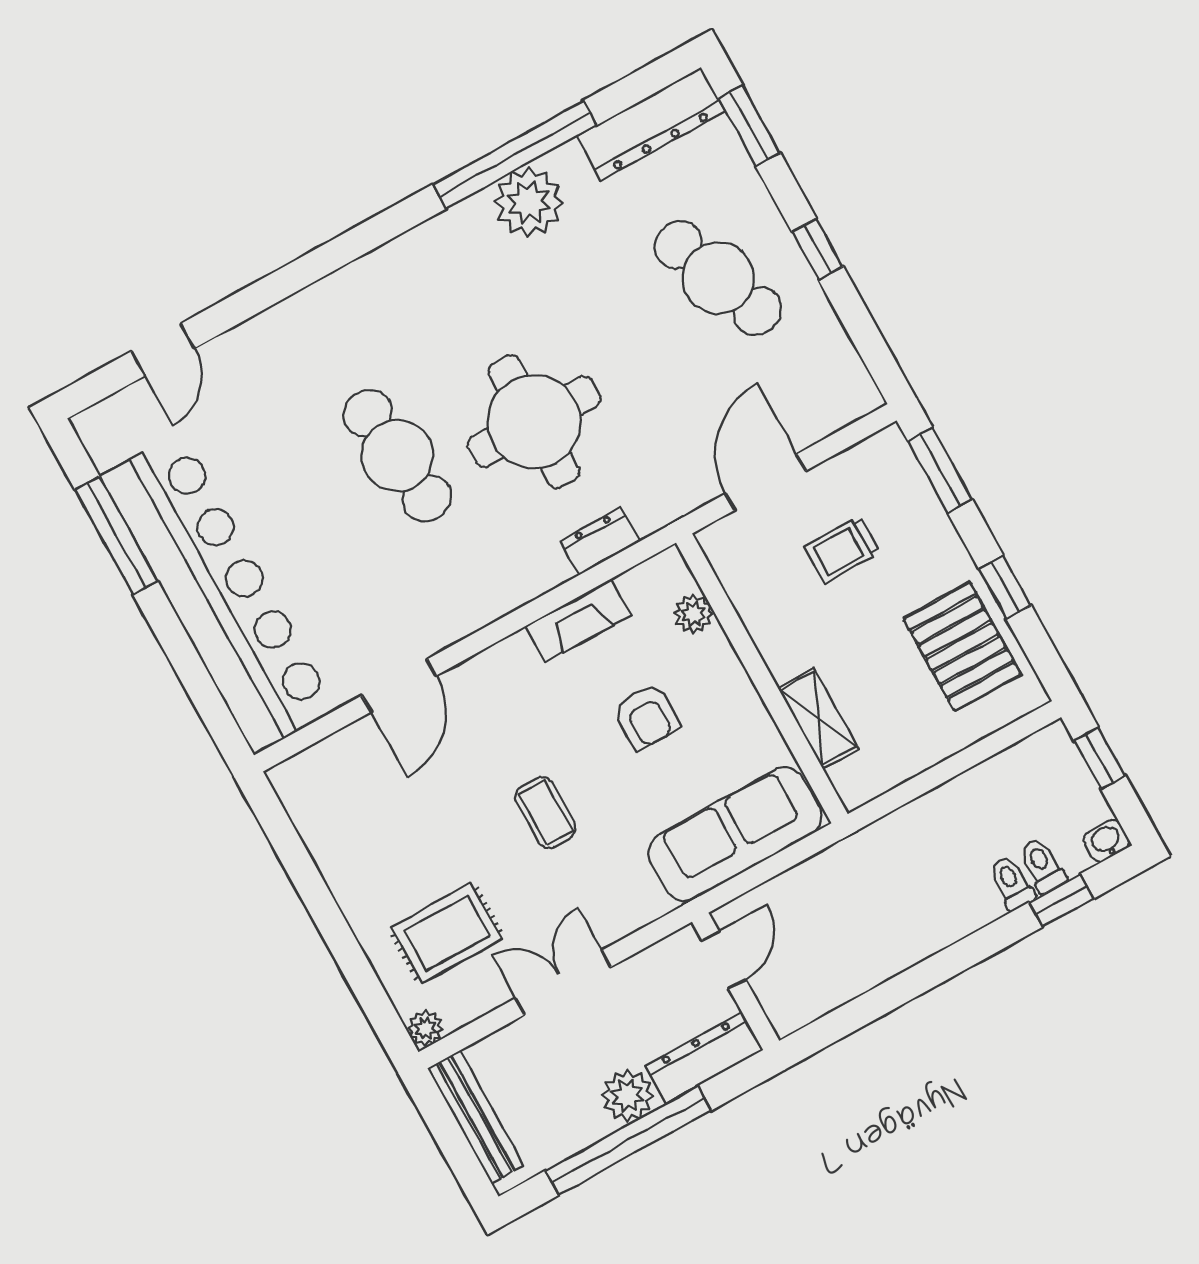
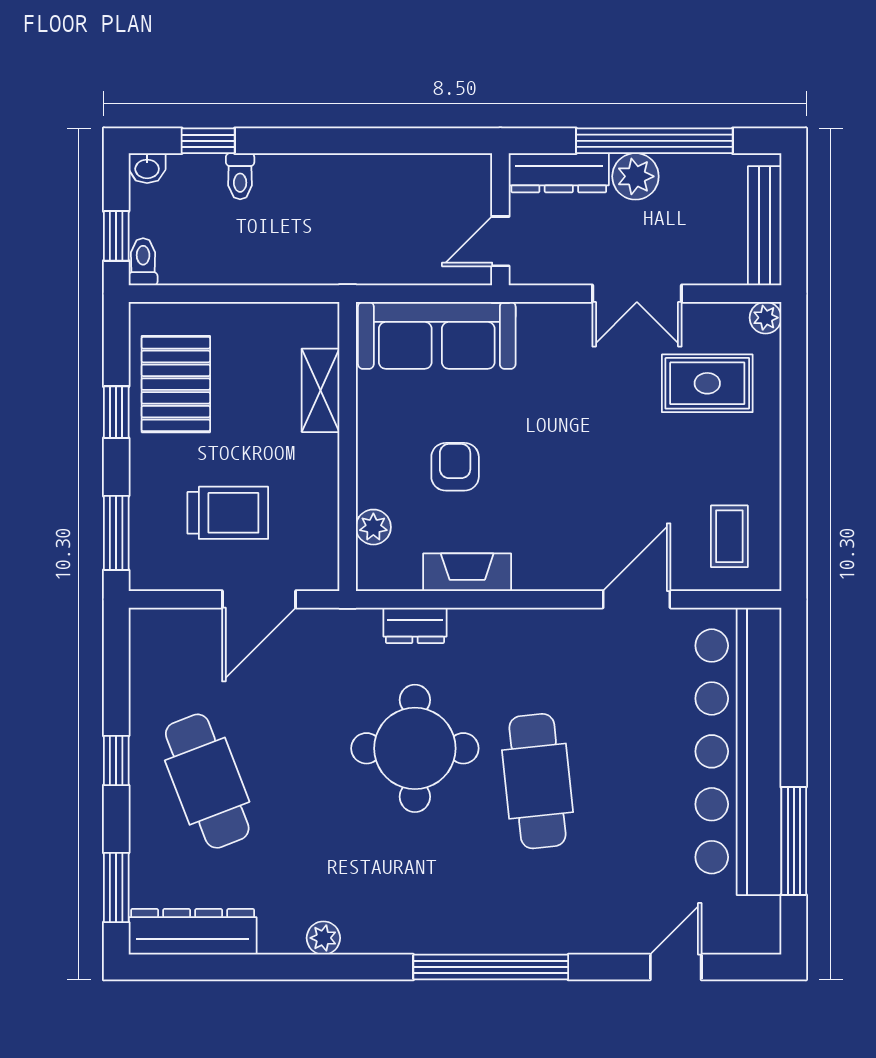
window: (515, 155) -> (491, 967), moved
plant: (529, 202) -> (323, 938), width x0.53, depth x0.53
trolley: (842, 550) -> (228, 513), width x1.36, depth x1.39
coffee table: (545, 813) -> (729, 536), moved
toilet: (1042, 865) -> (143, 262), moved, turned 180

